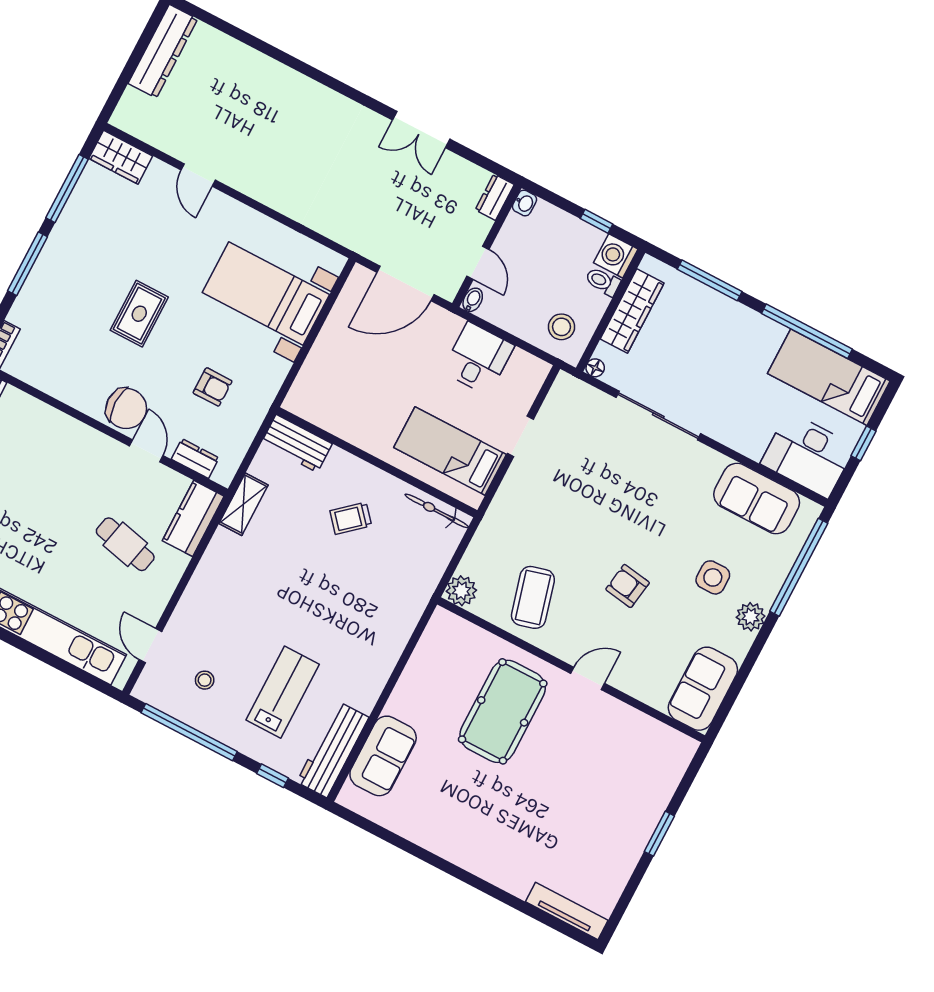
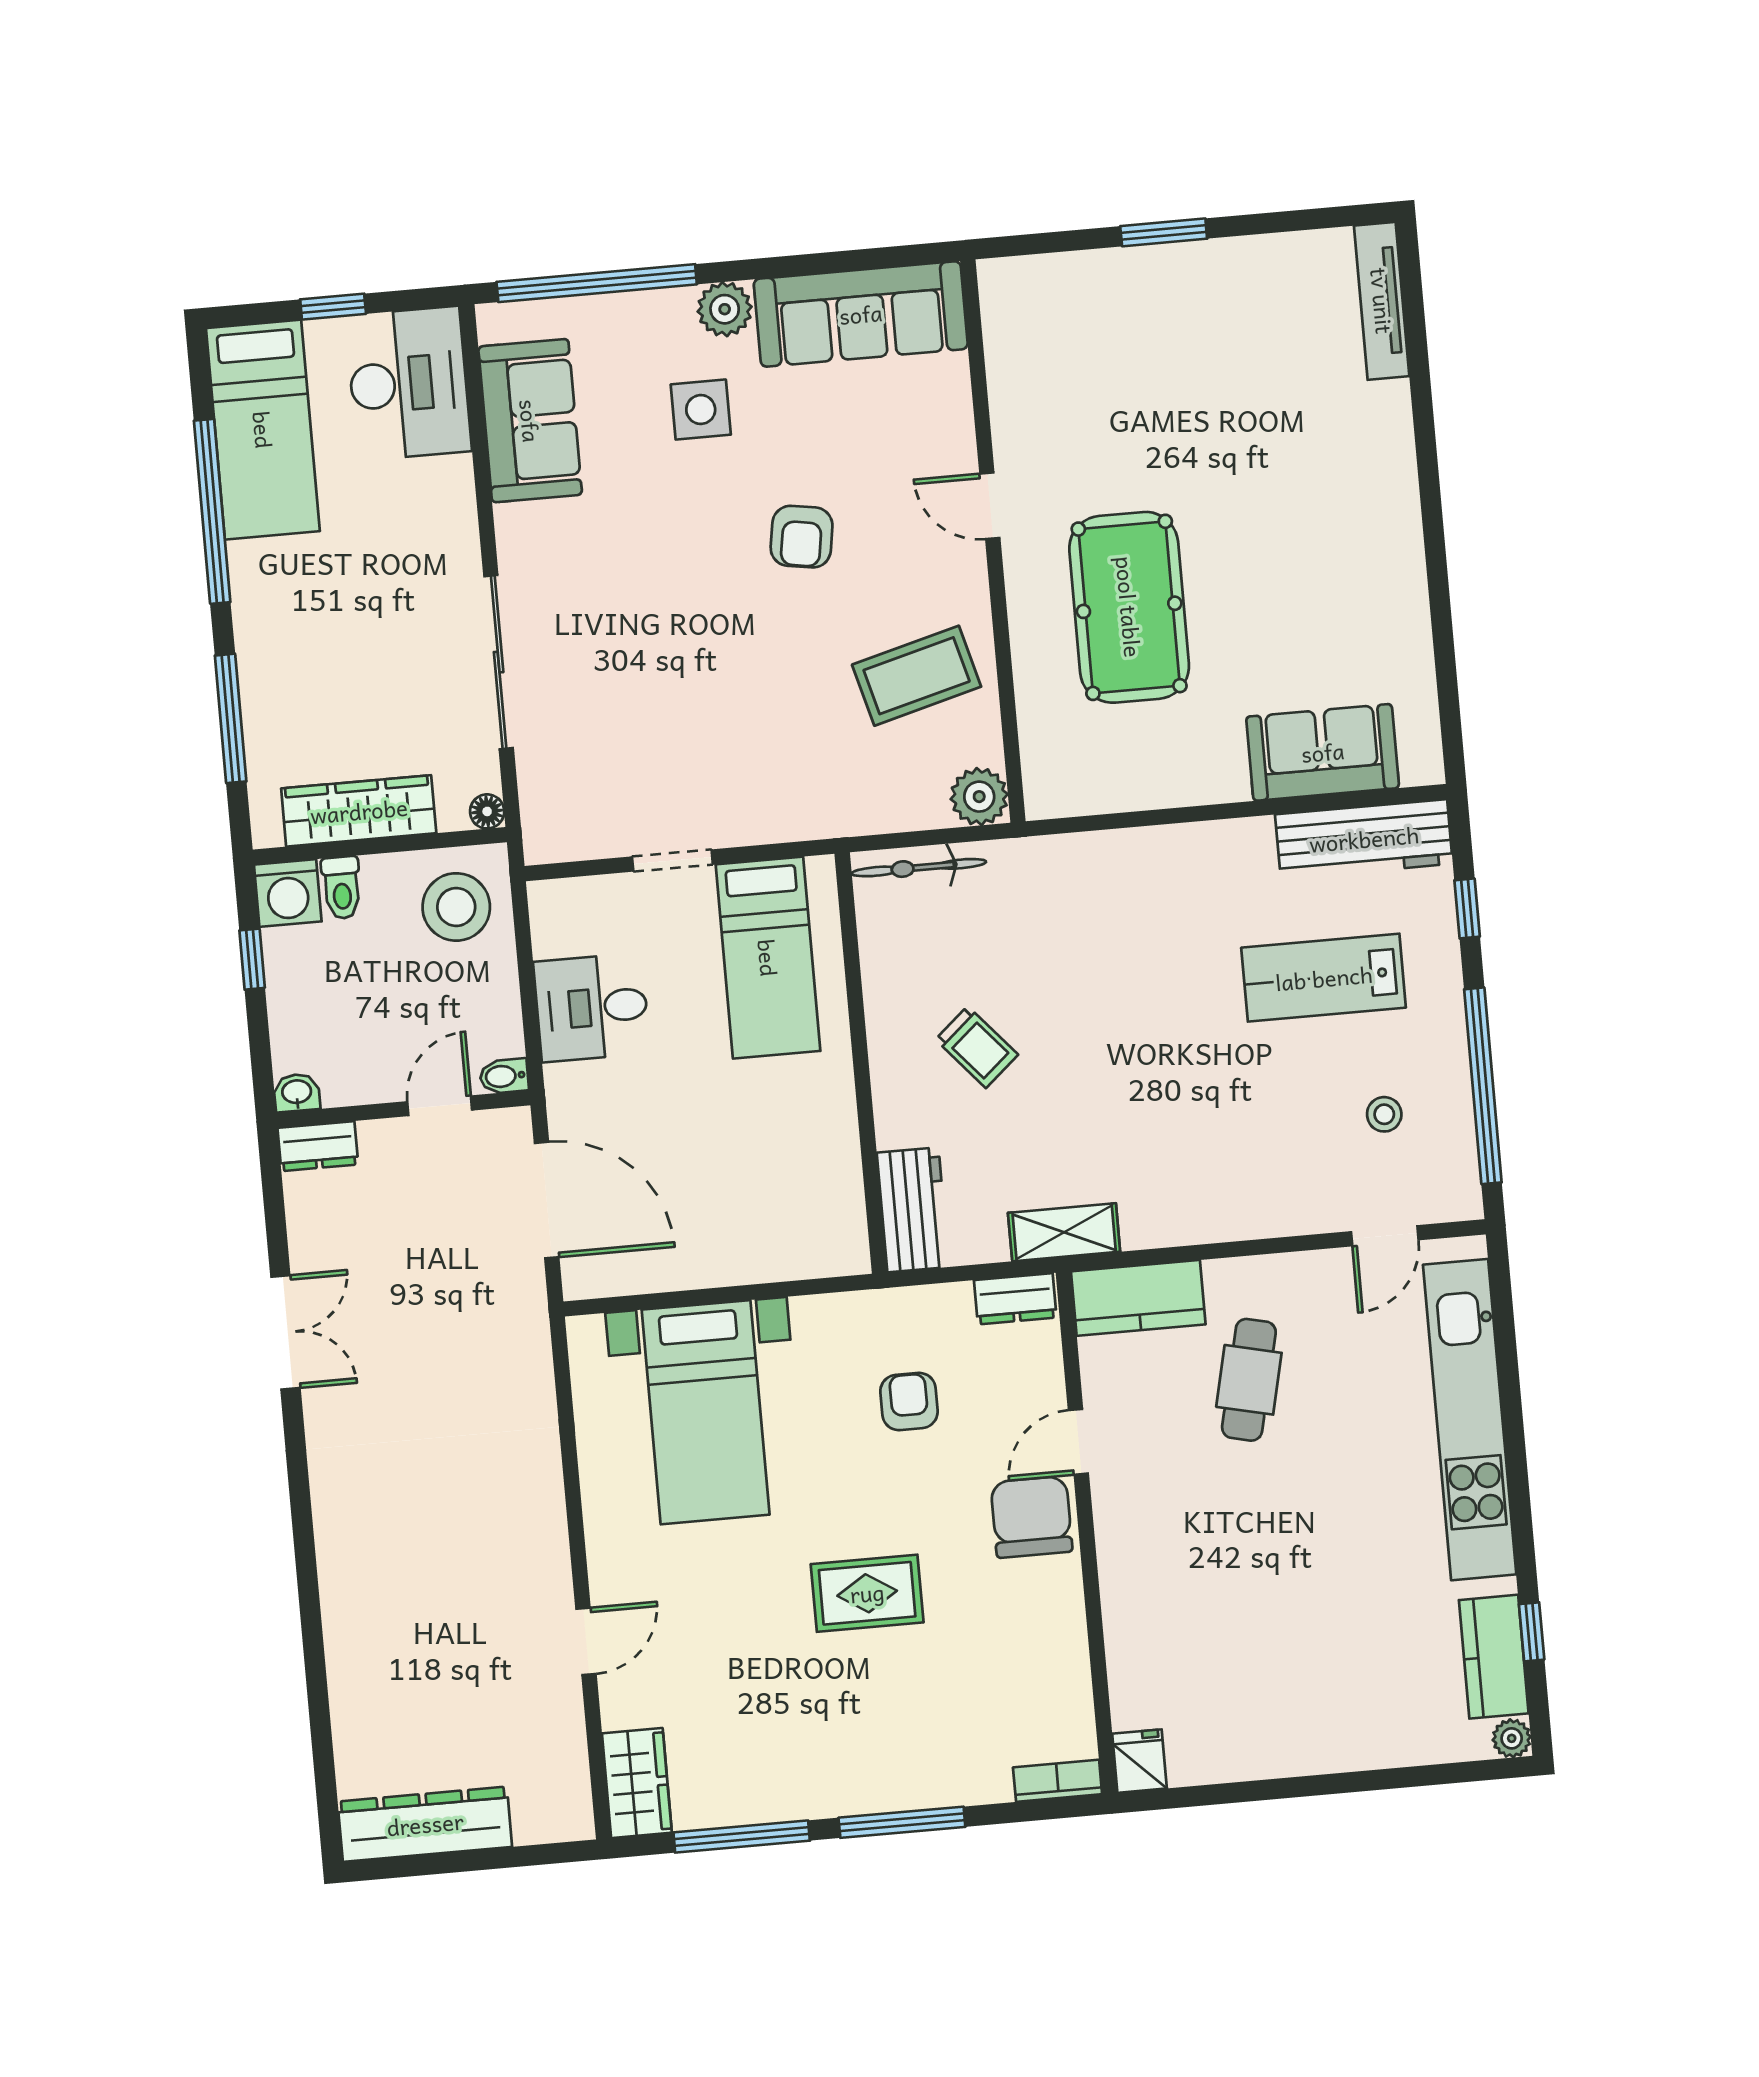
stool: (562, 327) -> (456, 907), width x1.38, depth x1.38
dresser: (195, 459) -> (1015, 1299), moved, turned -90
bicycle: (437, 511) -> (919, 868), moved, turned 90
sofa: (703, 689) -> (861, 314), width x1.36
pool table: (503, 711) -> (1129, 607), turned 90

